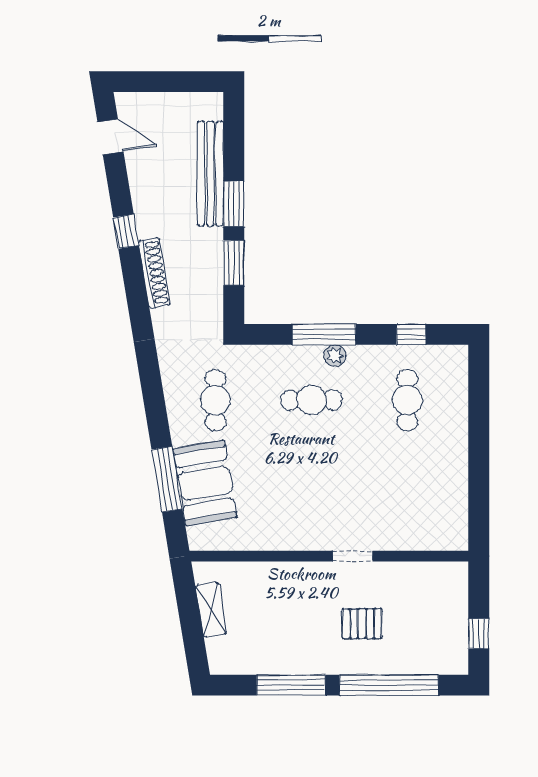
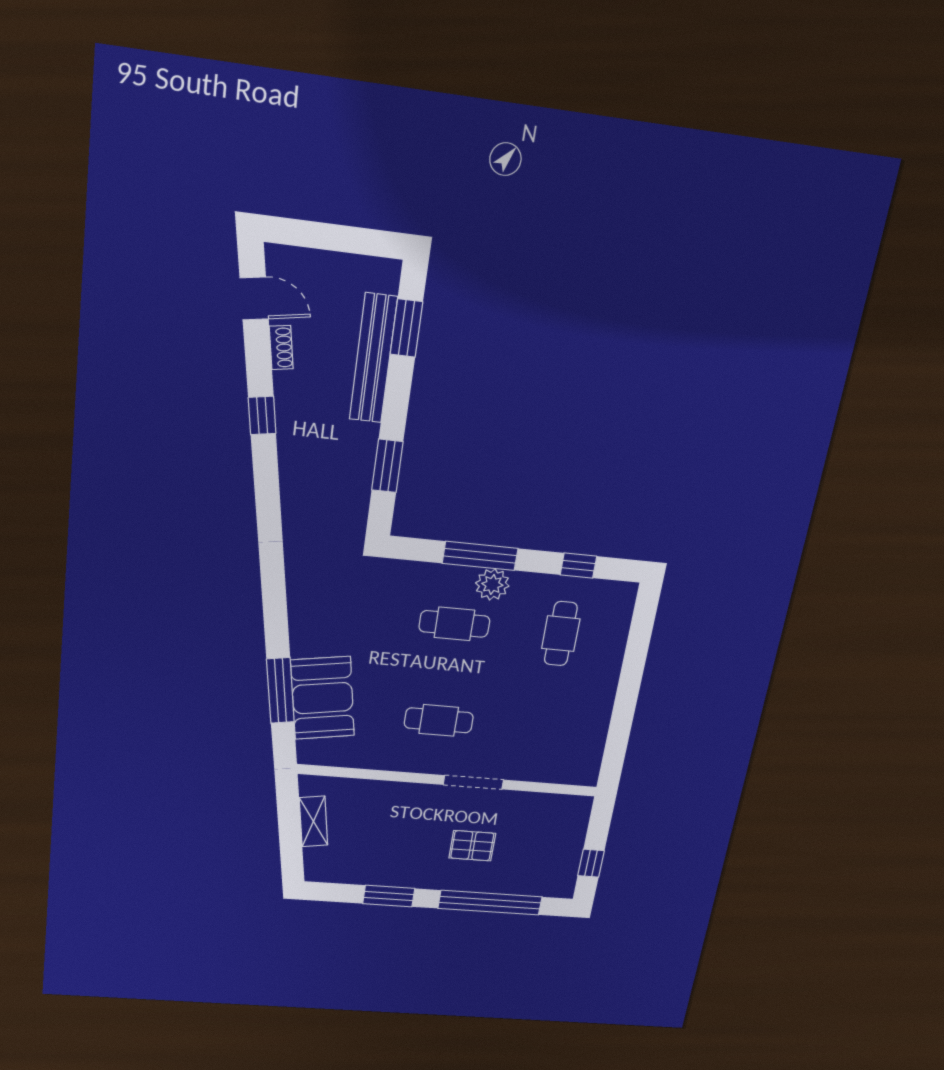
window: (234, 204) -> (406, 328), moved
shoe rack: (154, 273) -> (281, 348), moved, width x0.51, depth x0.81
plant: (335, 356) -> (492, 584), width x1.38, depth x1.38
cafe table: (215, 400) -> (439, 720), moved, turned 90
doorway: (353, 556) -> (473, 782), width x1.38
window: (291, 685) -> (389, 896), width x0.69

